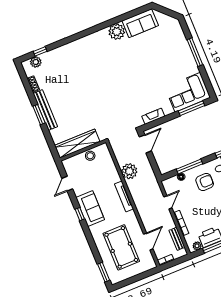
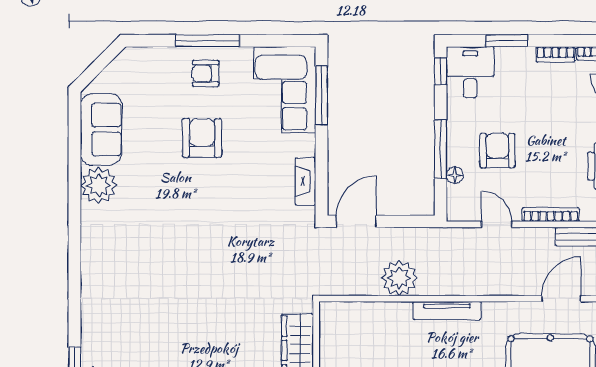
armchair: (181, 57) -> (206, 73), added
armchair: (154, 66) -> (202, 138), added
door: (145, 144) -> (356, 221), hinge flipped
stool: (90, 156) -> (334, 346), removed
armchair: (205, 182) -> (497, 151), moved
door: (148, 242) -> (561, 299), hinge flipped

